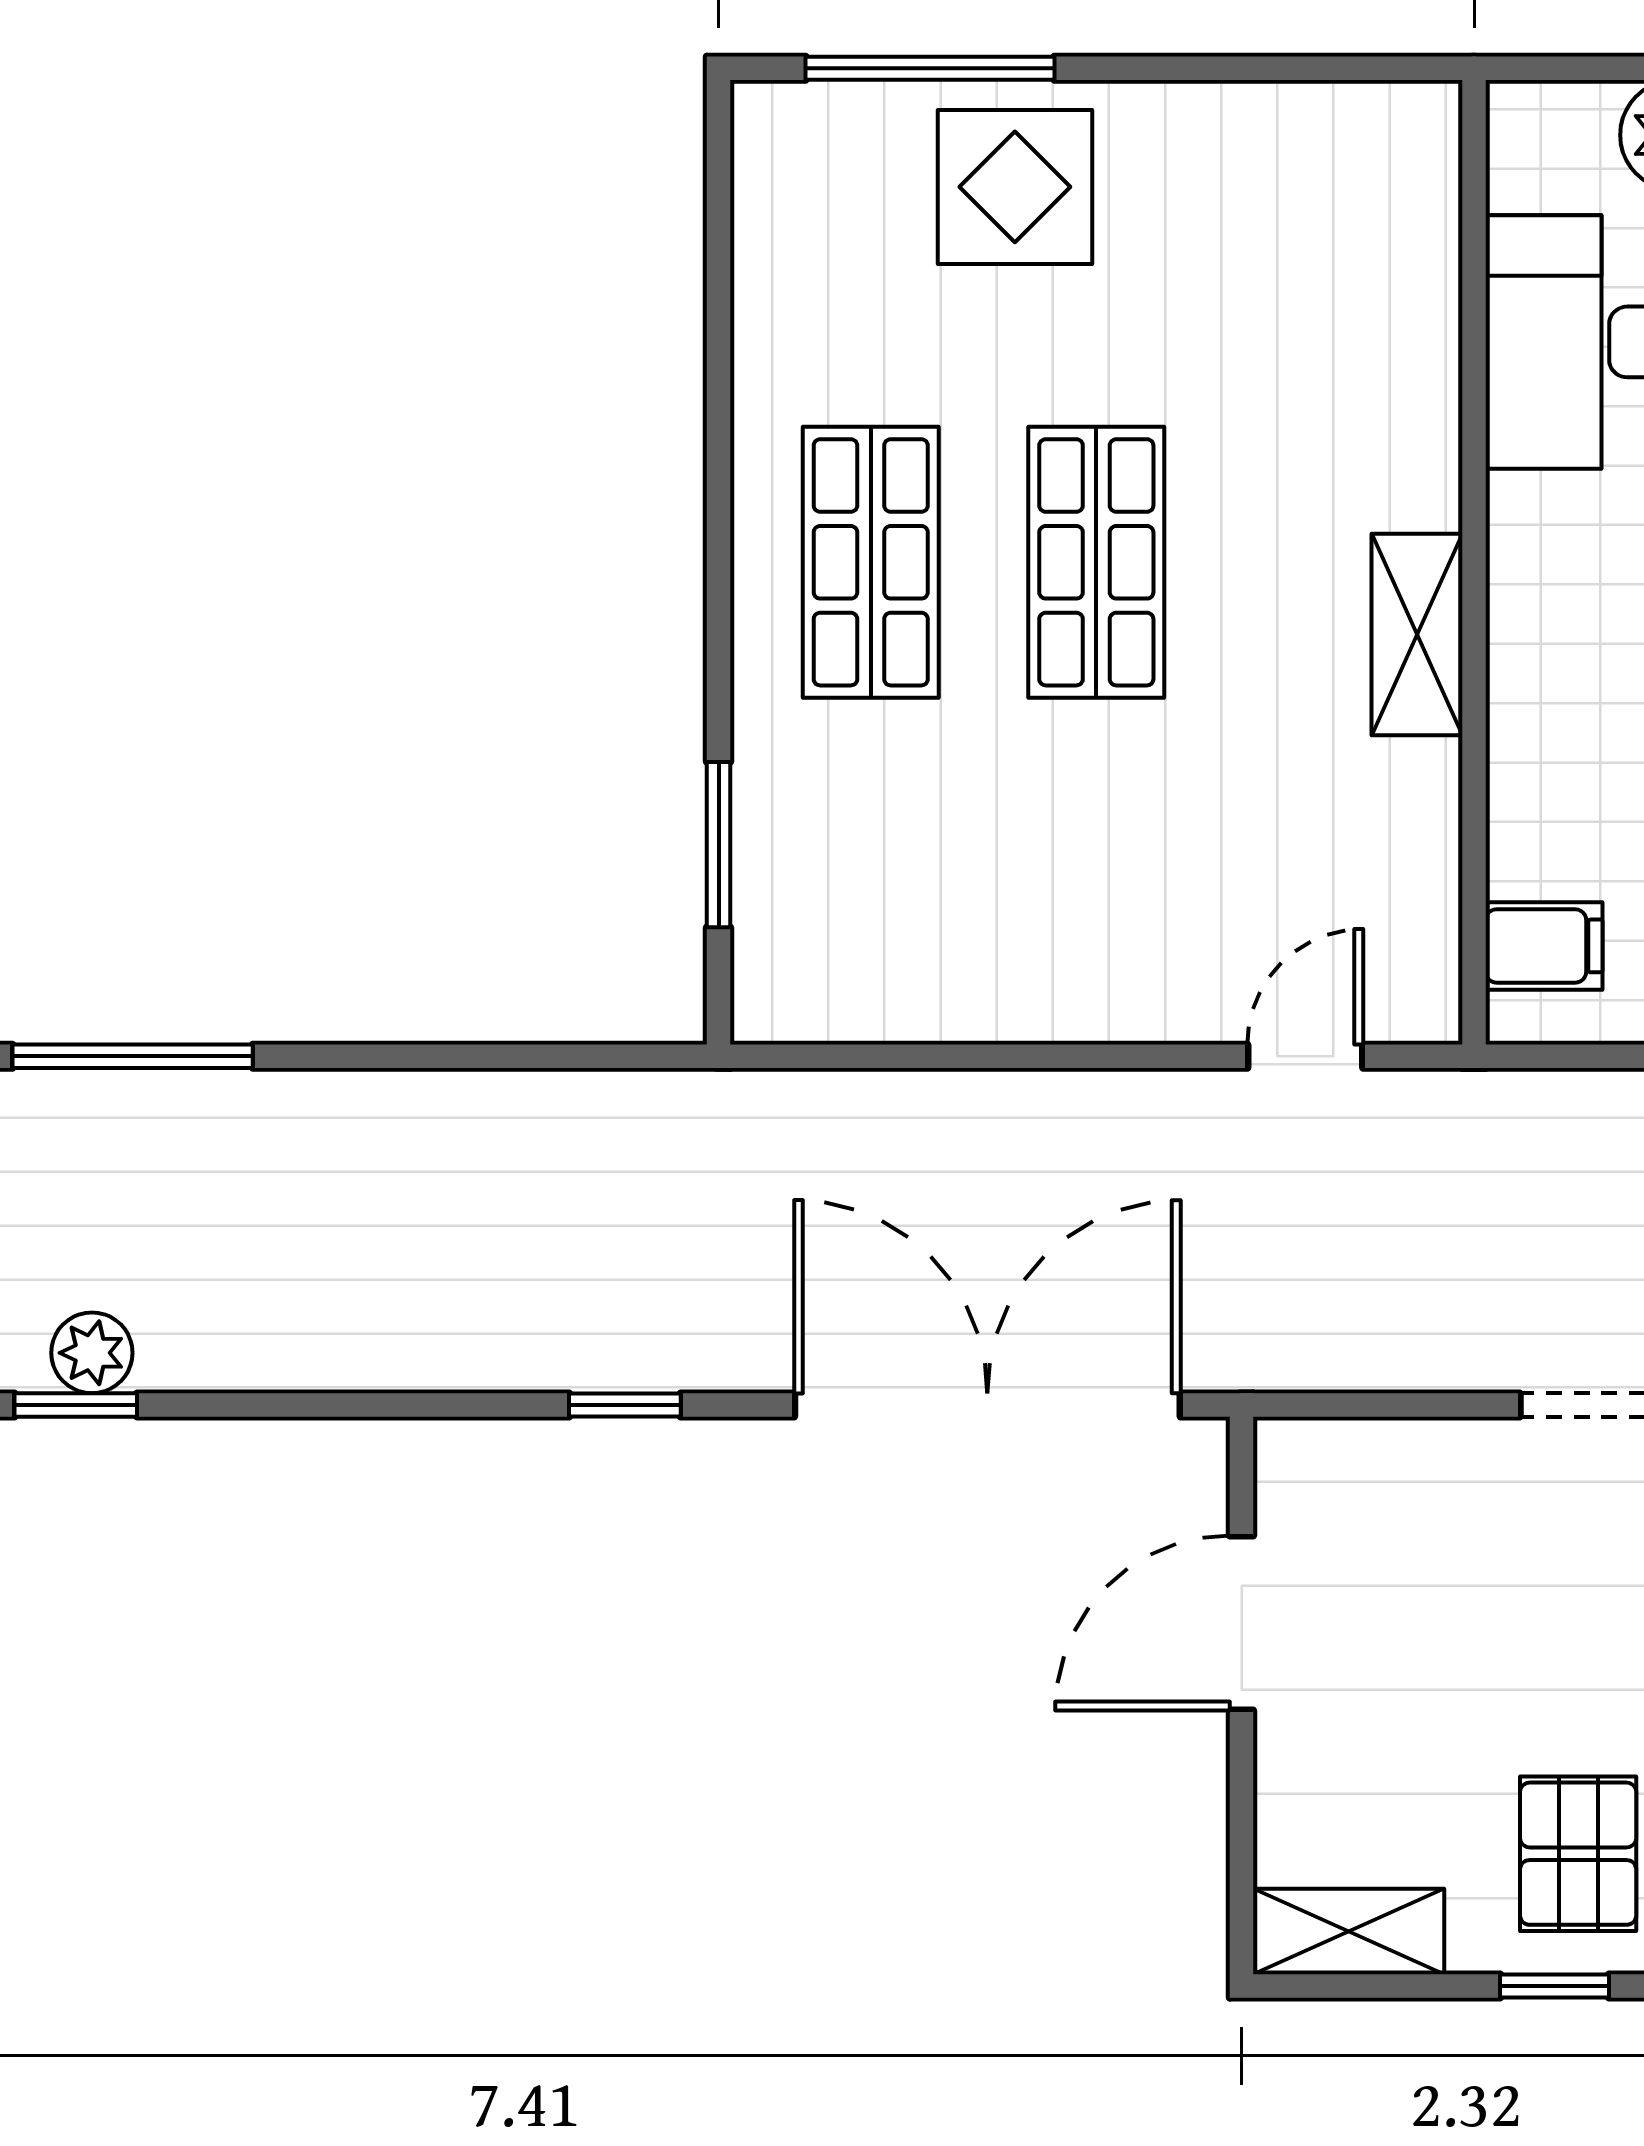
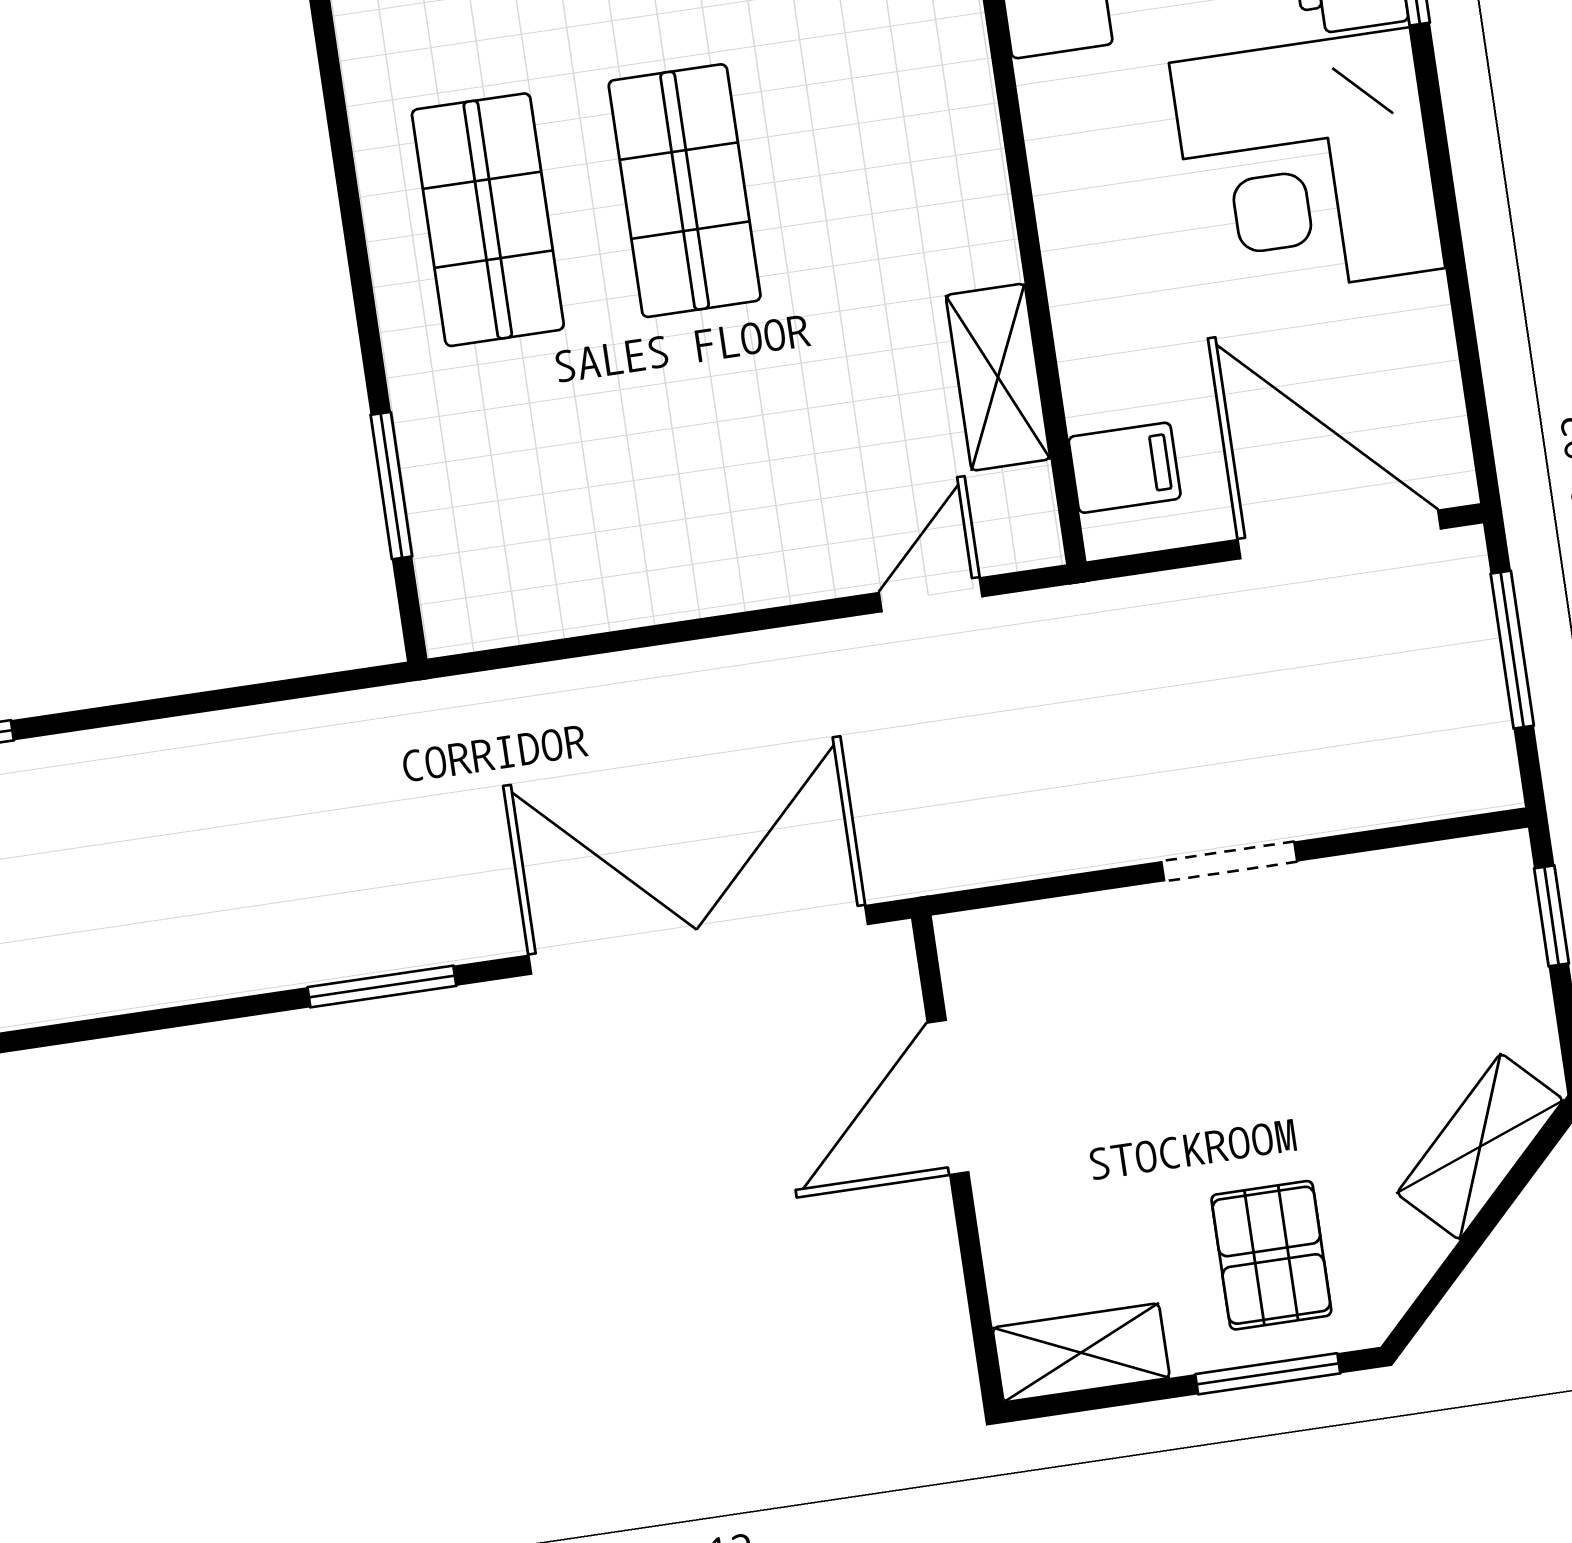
shelving: (1417, 635) -> (998, 377), moved
window: (625, 1405) -> (382, 987), width x1.50
window: (1555, 1986) -> (1268, 1374), width x1.50

